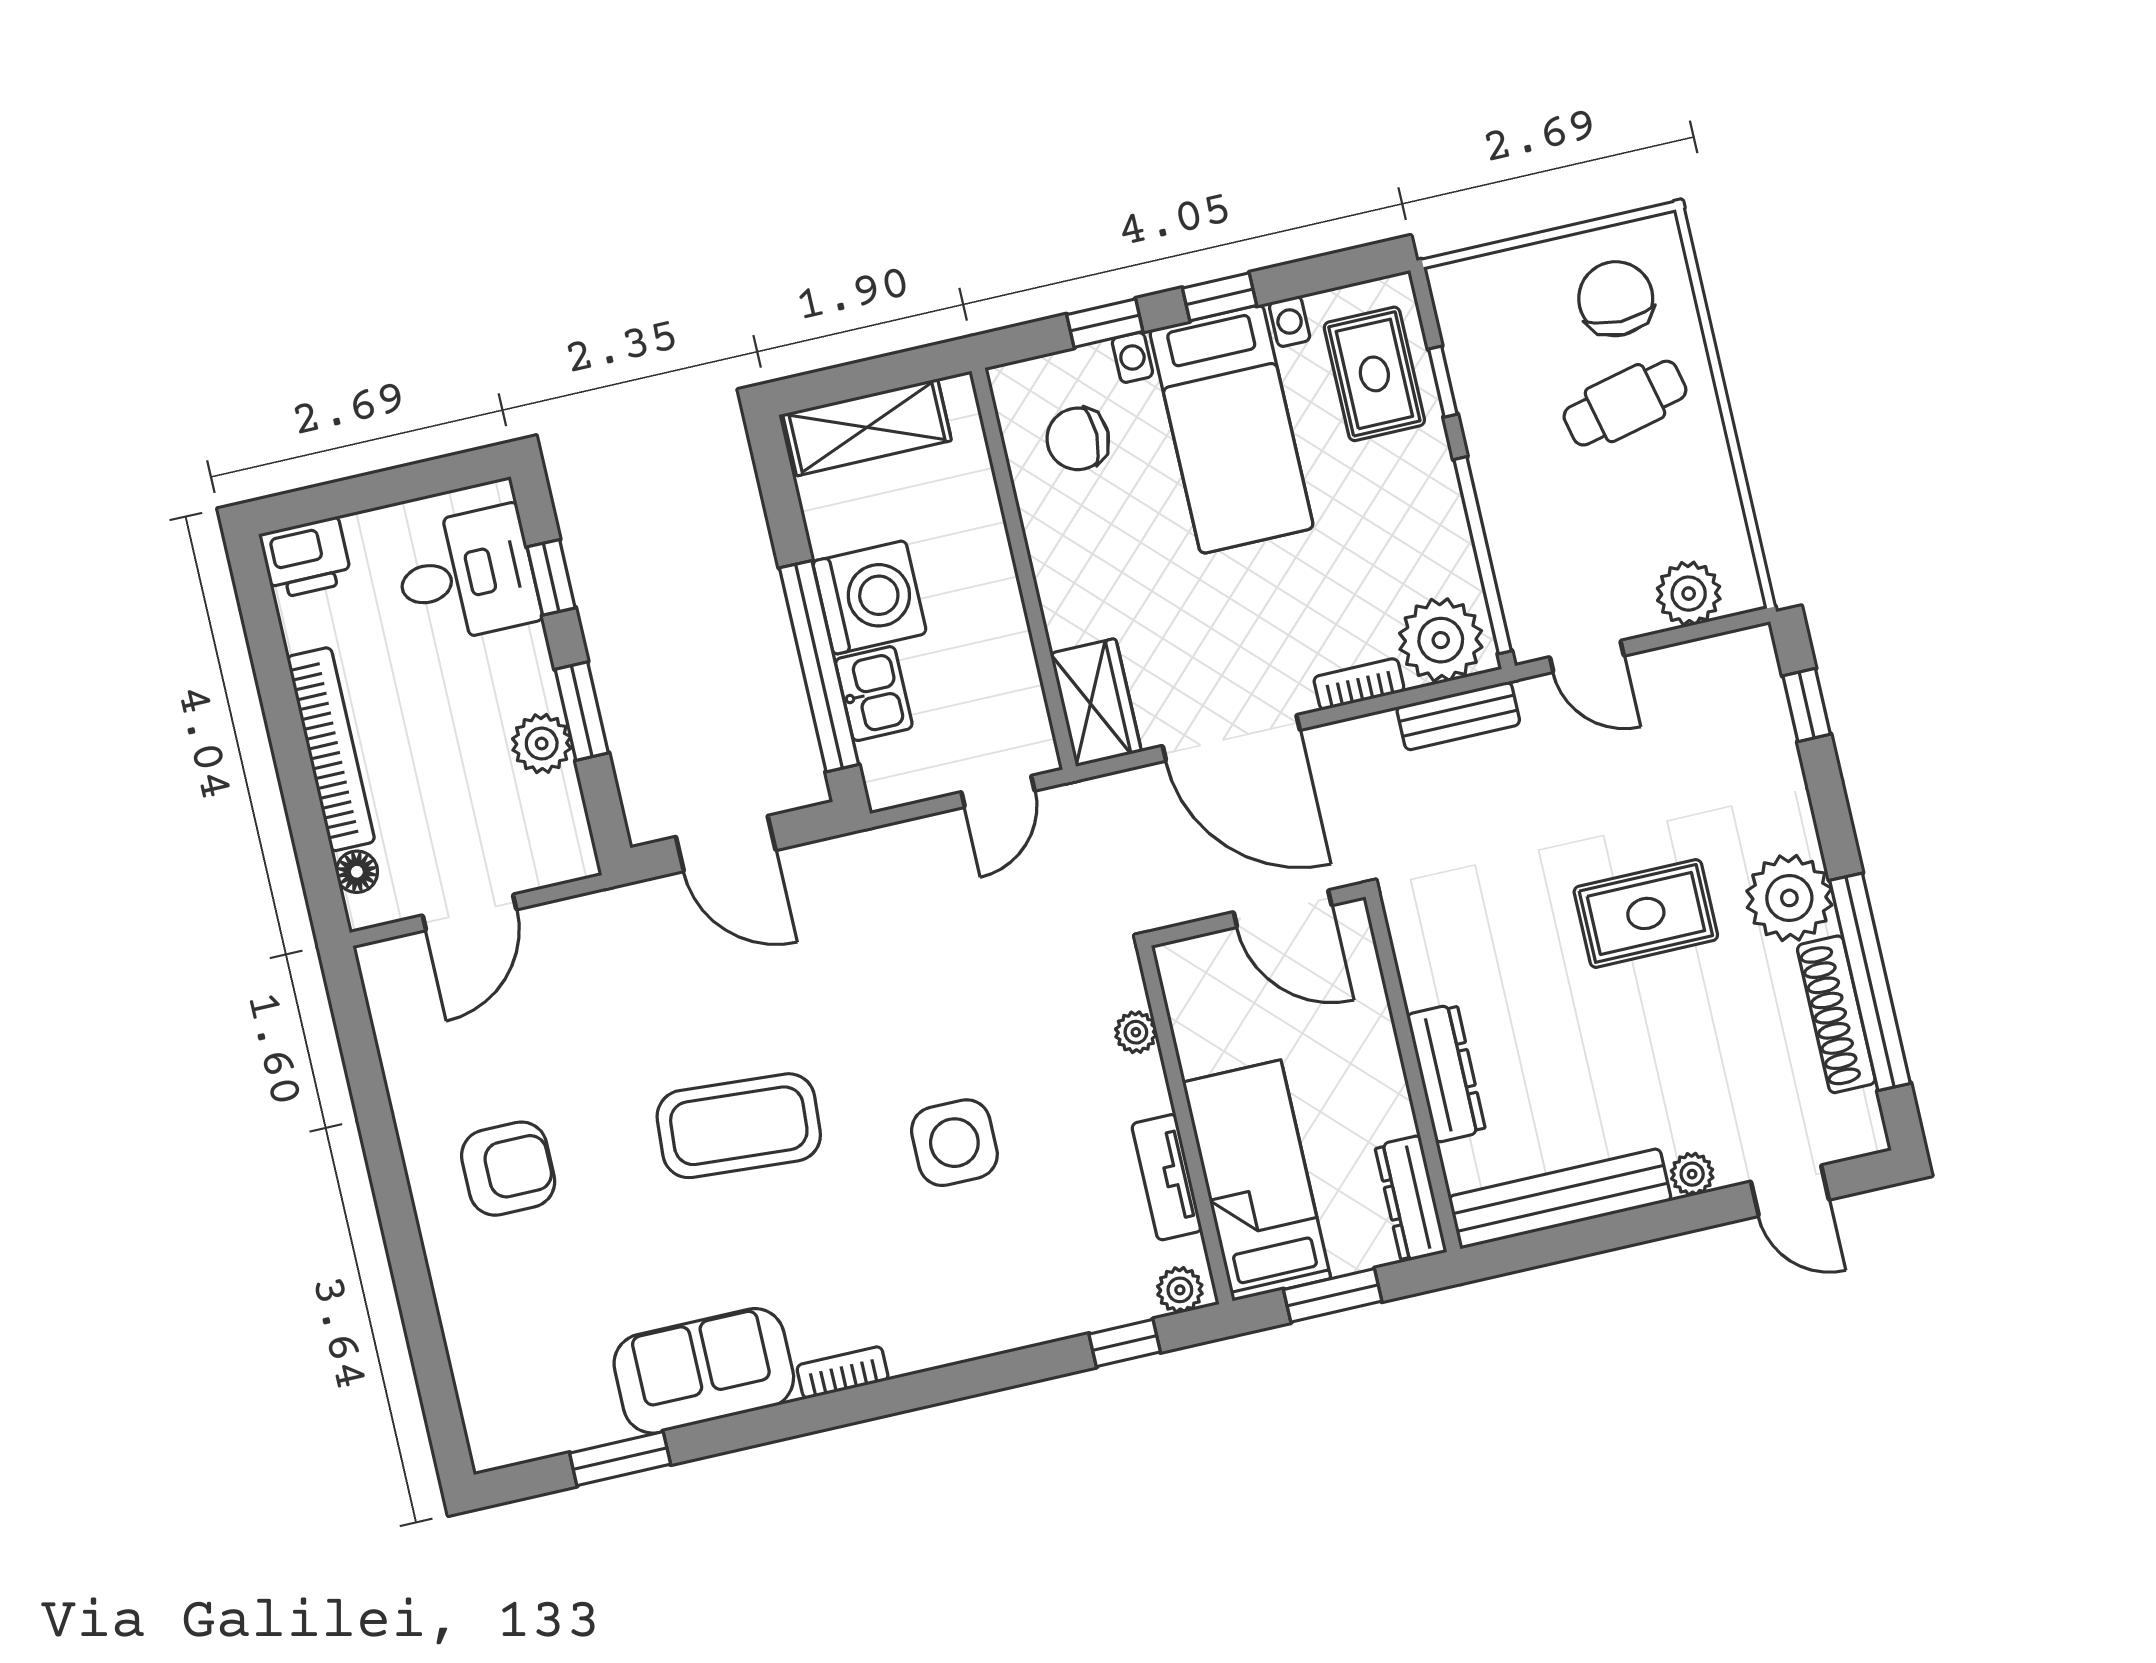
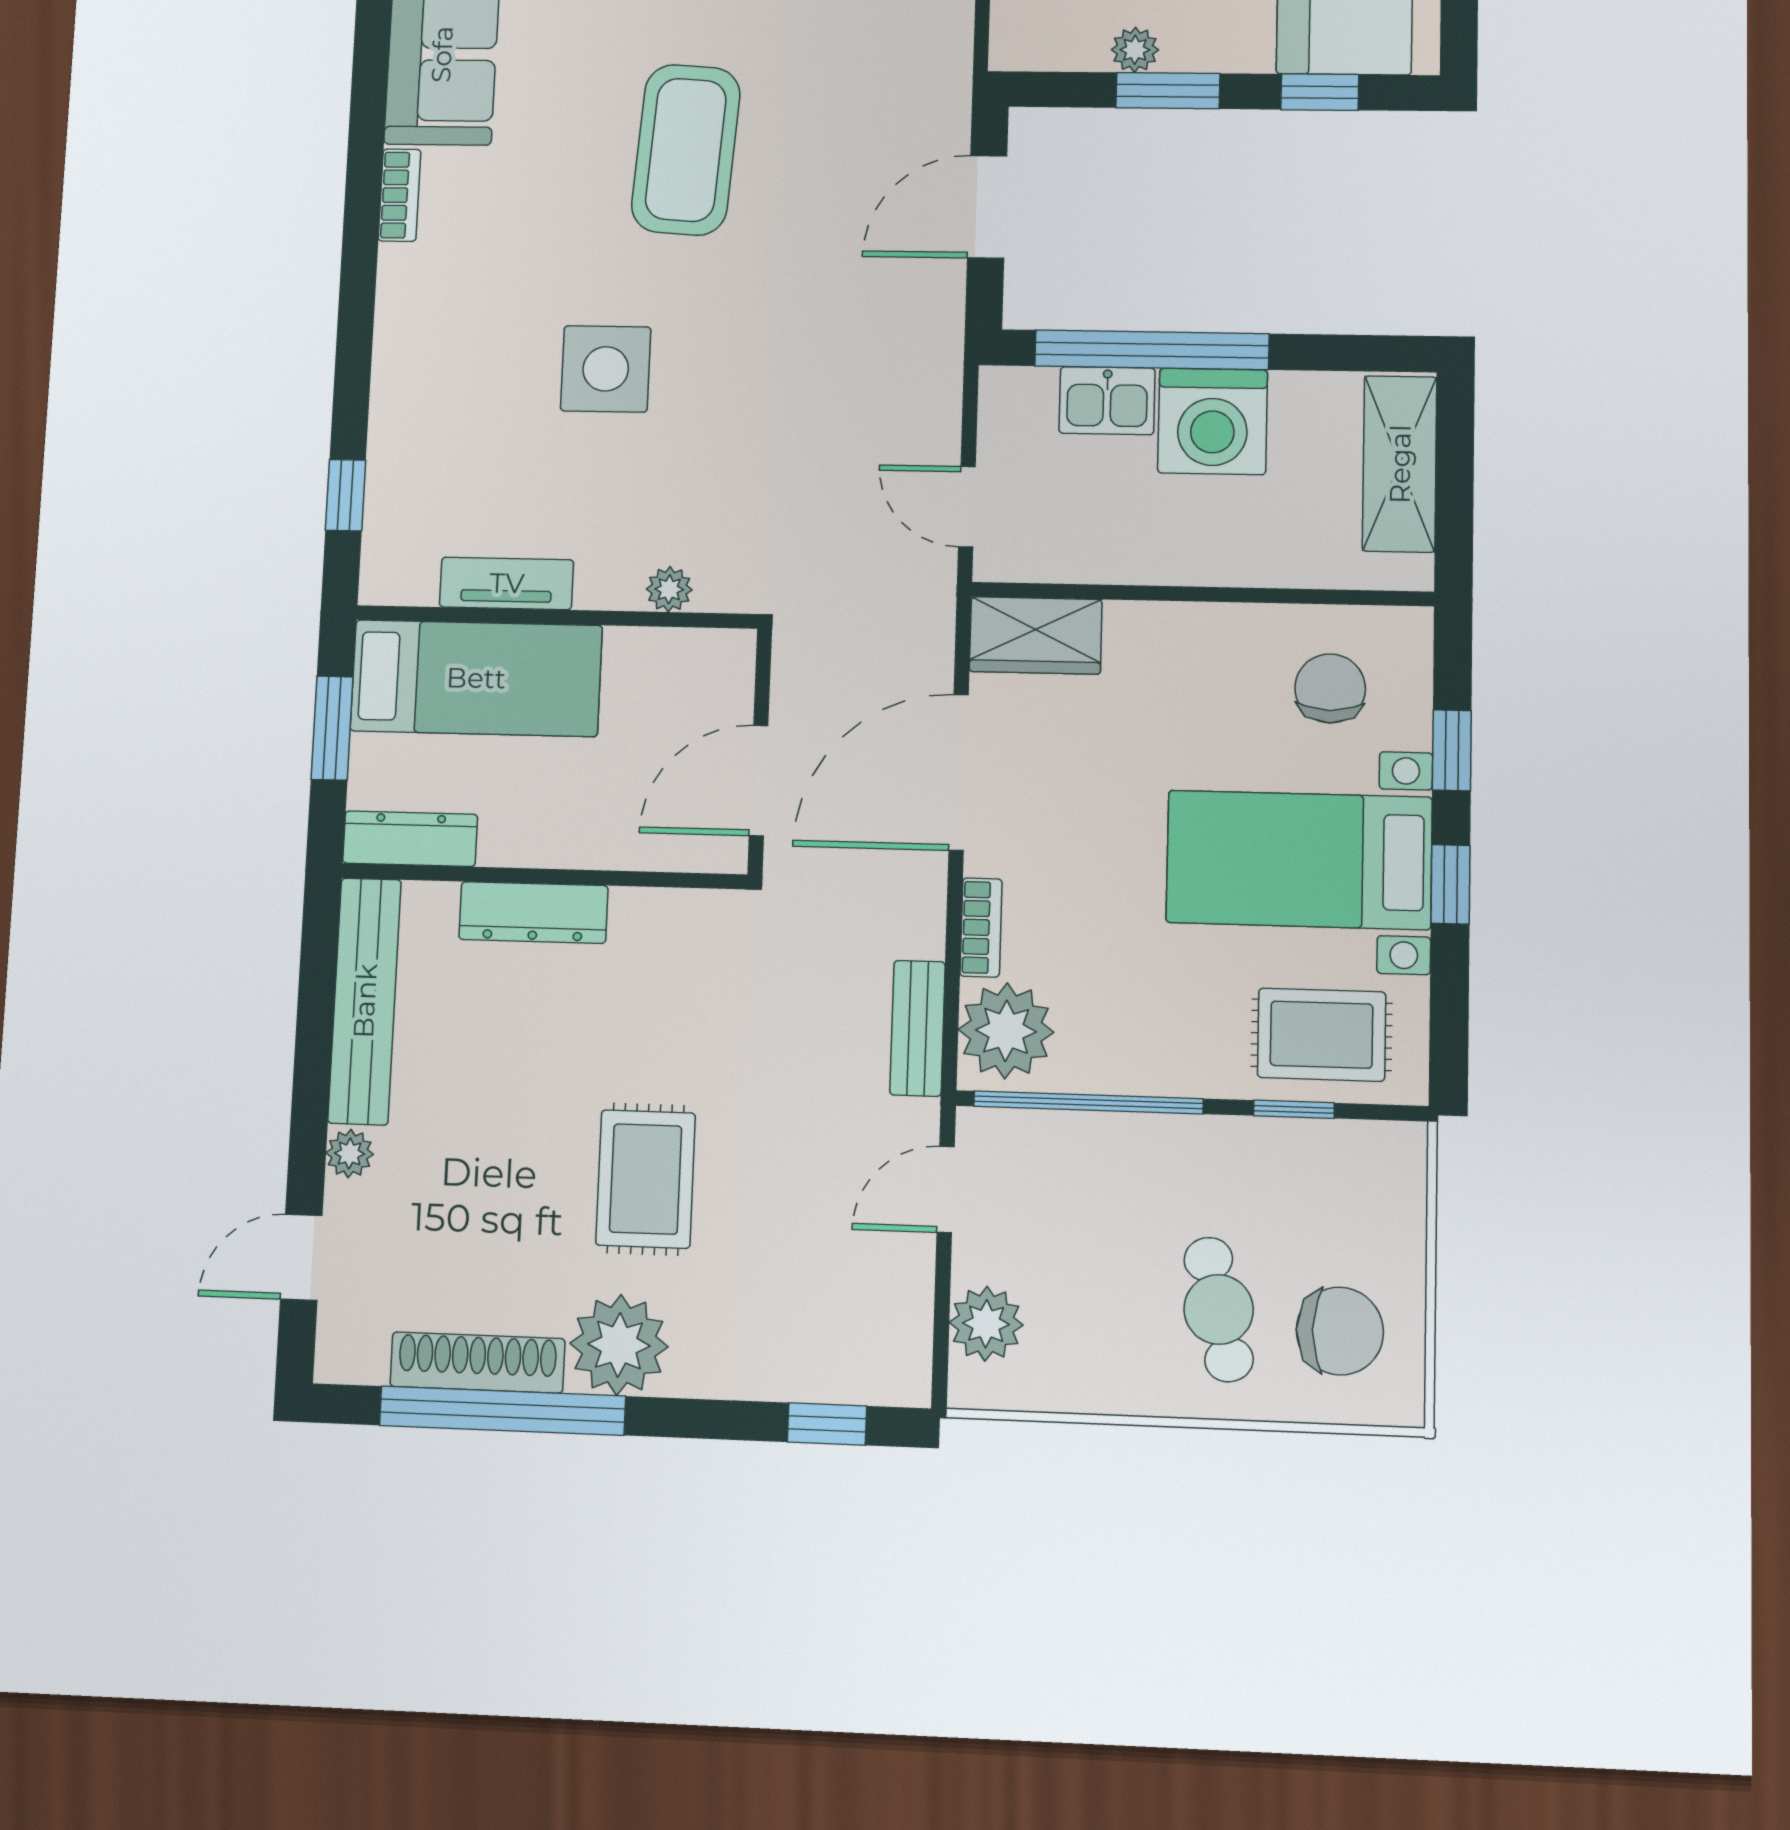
plant: (542, 744) -> (1135, 50), width x0.73, depth x0.73
plant: (1180, 1290) -> (384, 567), removed

